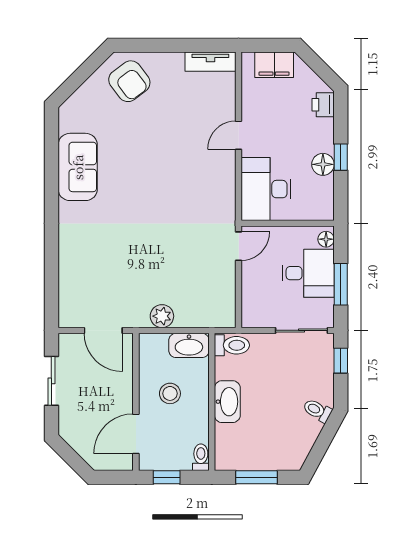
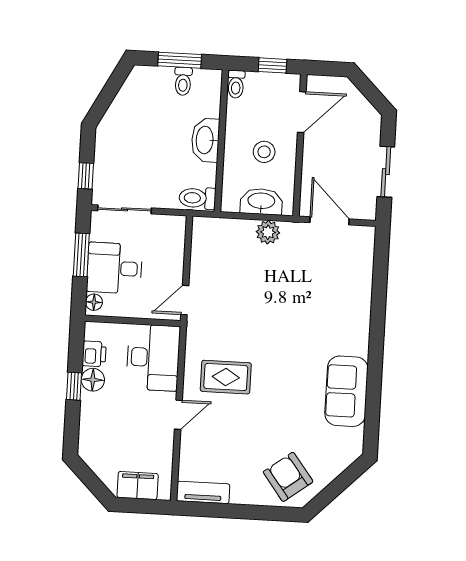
printer: (323, 105) -> (94, 354), moved
rug: (195, 174) -> (226, 377), added
washbasin: (189, 345) -> (261, 202), moved
toilet: (317, 410) -> (183, 81), moved, turned 62

